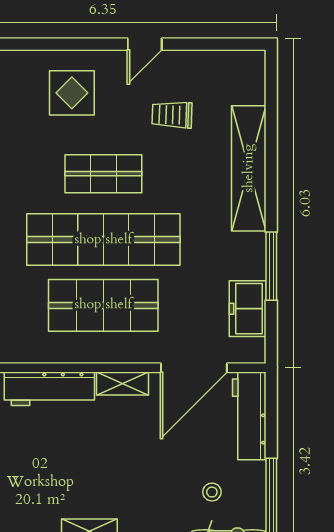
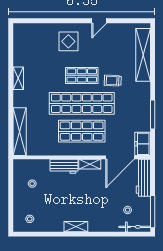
trolley: (172, 115) -> (113, 81), moved
shelving: (249, 168) -> (143, 55), moved
freezer: (248, 309) -> (143, 144), moved
workbench: (49, 389) -> (64, 166), width x0.73

